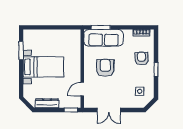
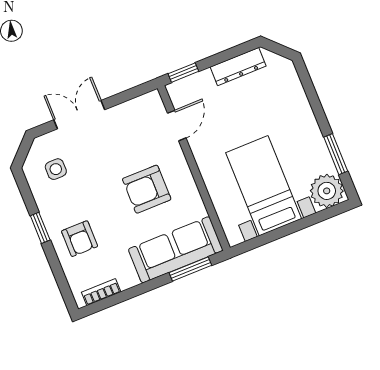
plant: (31, 37) -> (327, 191), added
bed with nightstands: (43, 67) -> (264, 186), moved, turned 90
armchair: (105, 68) -> (147, 189), turned 90
double door: (109, 110) -> (79, 115), moved

